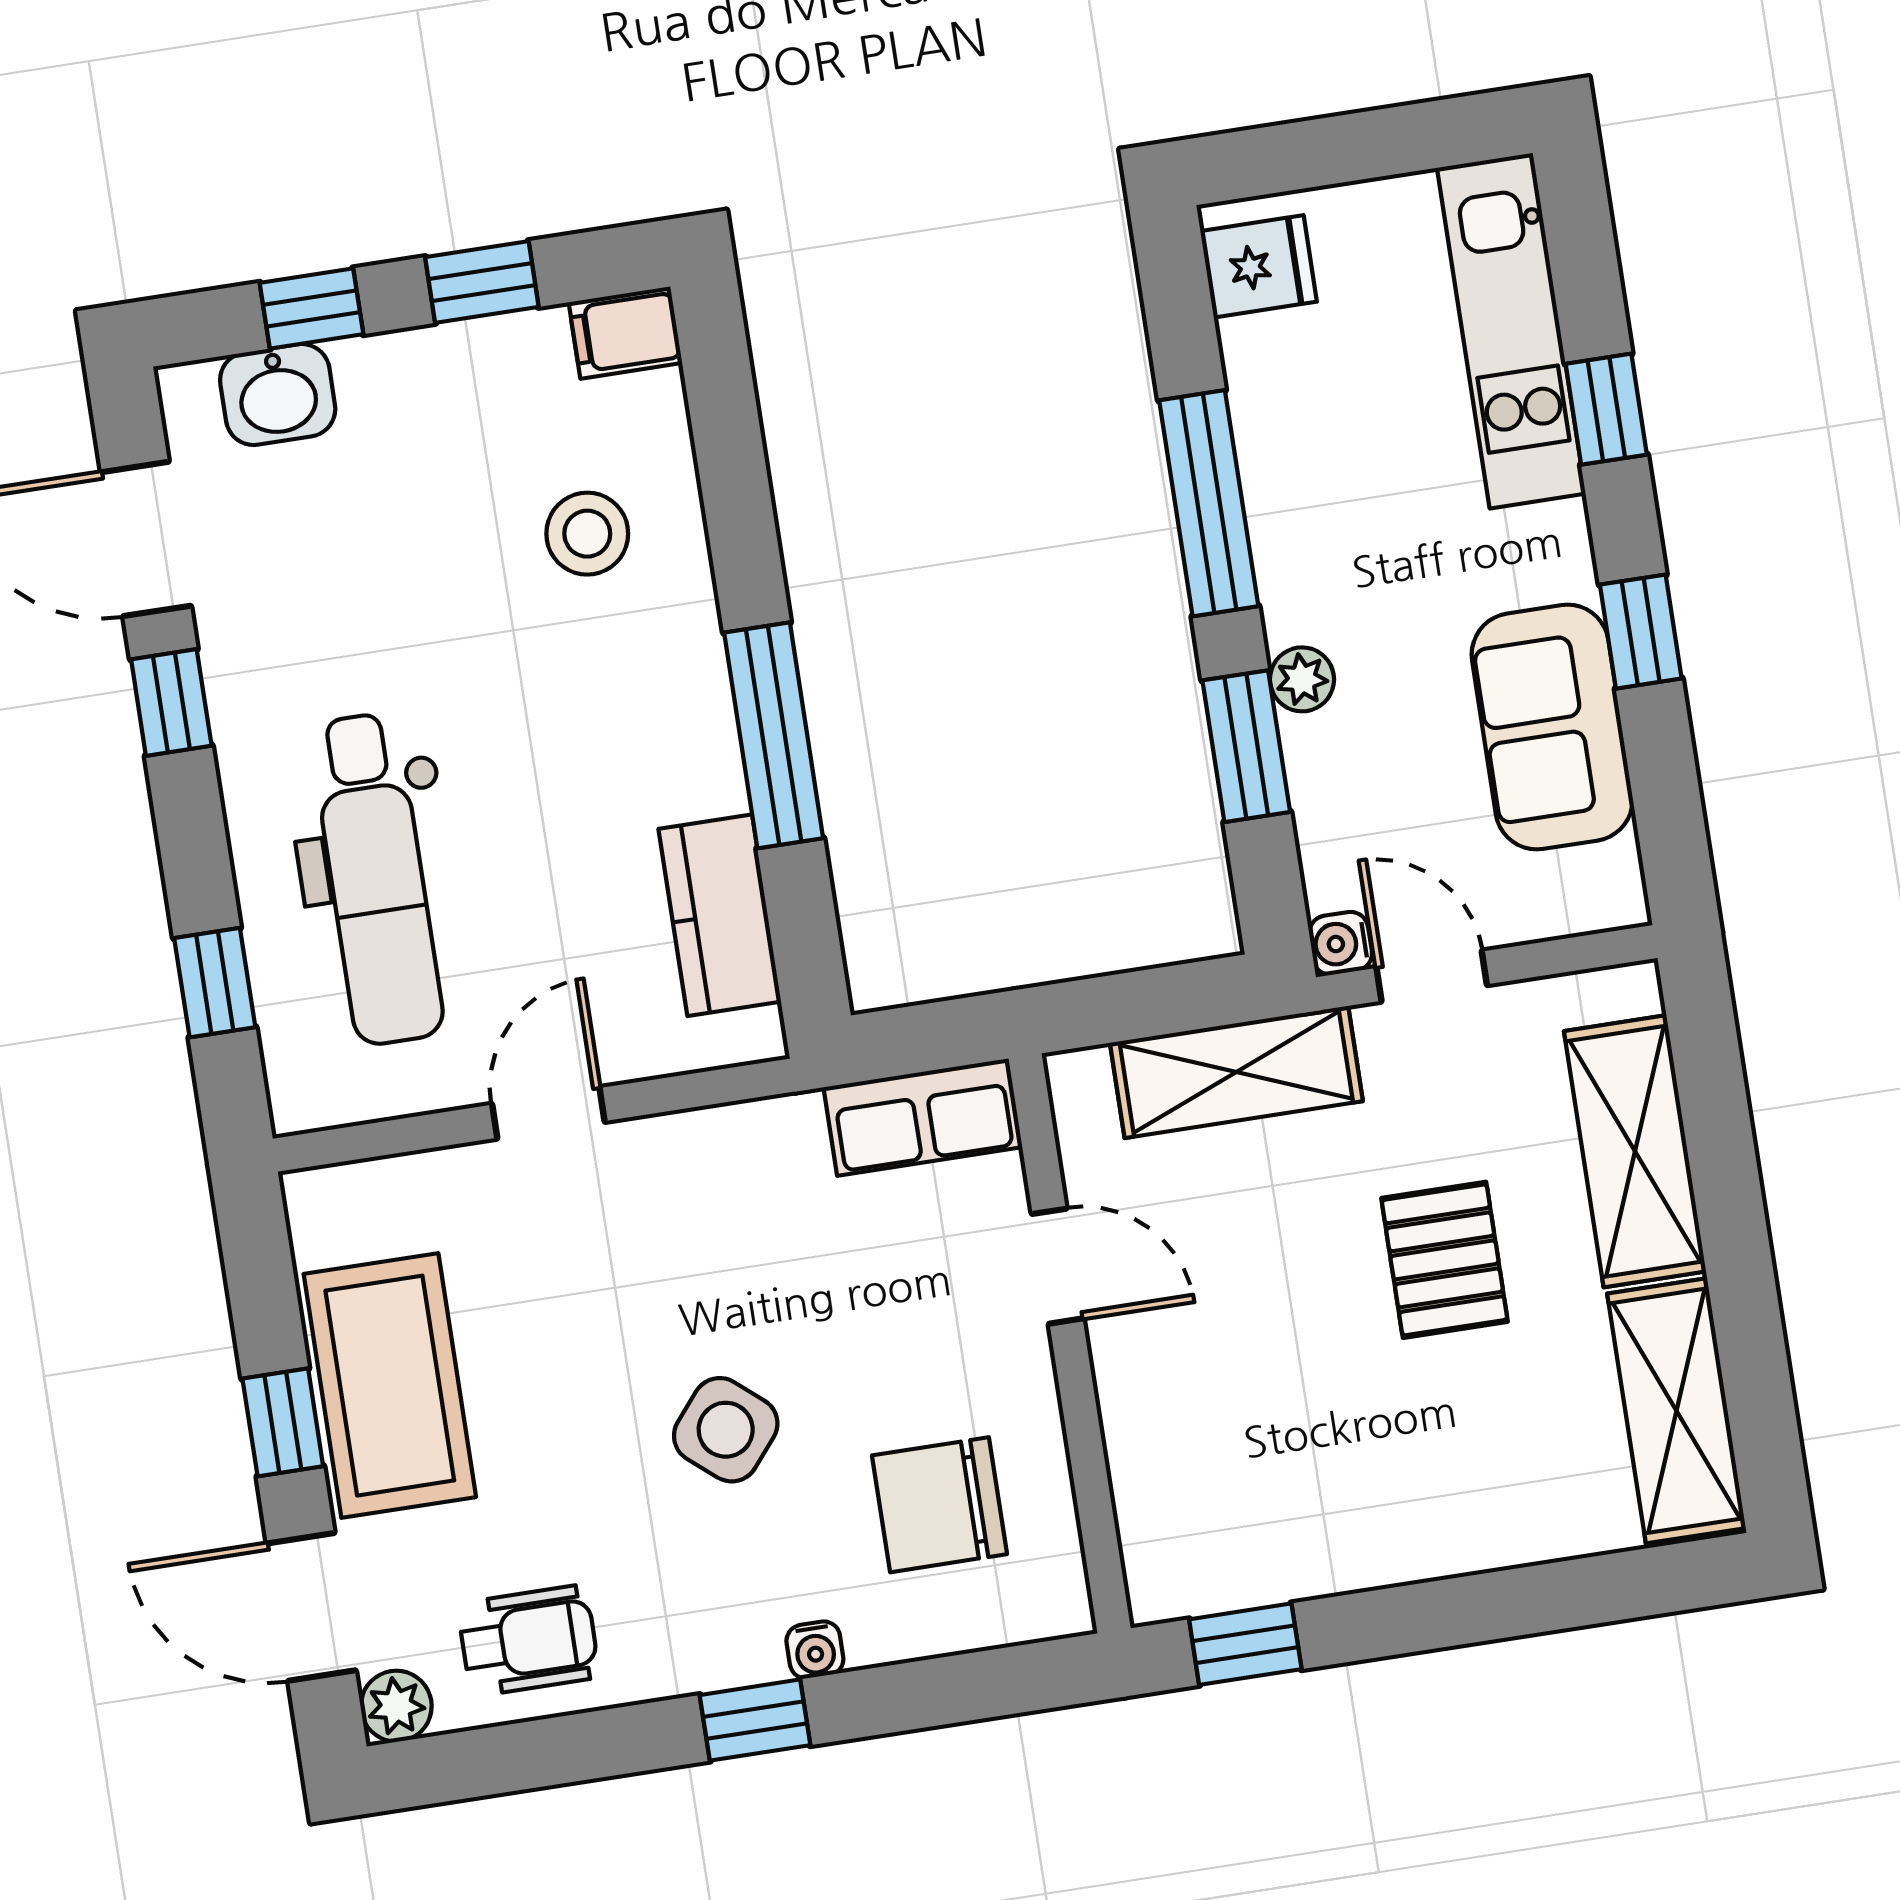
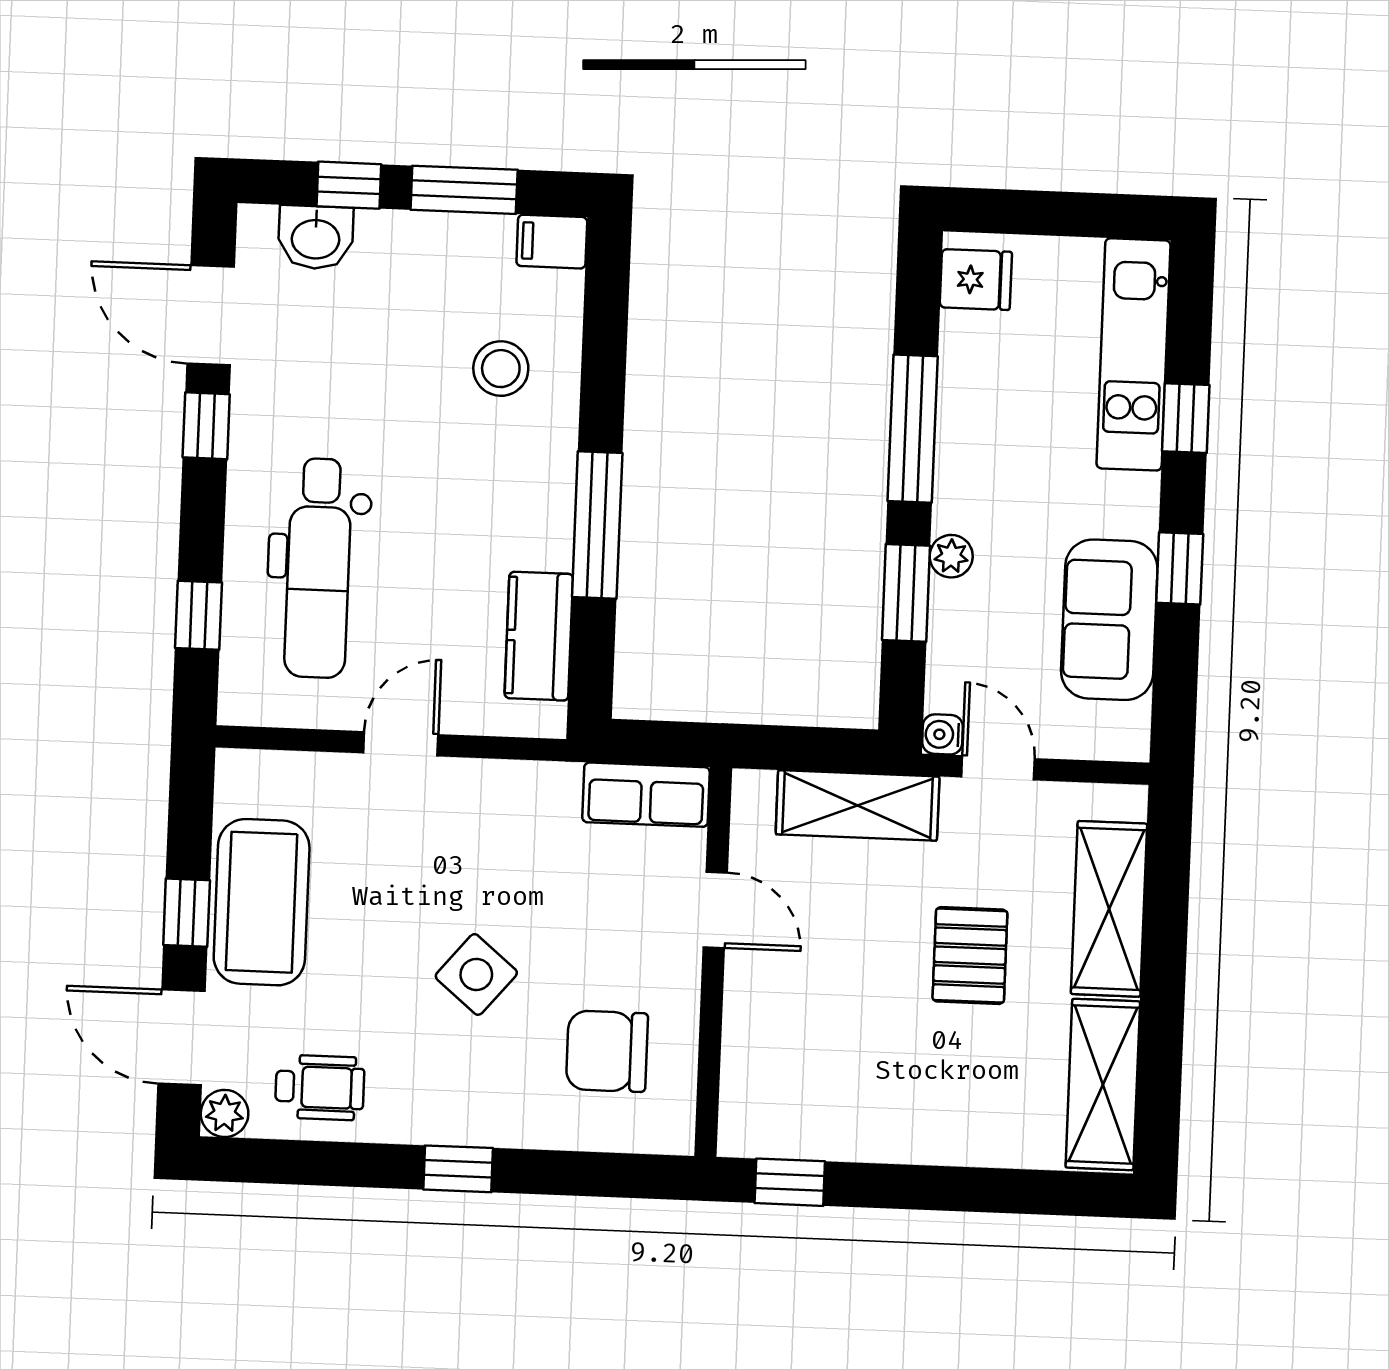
window: (482, 282) -> (464, 190), width x1.50
water cooler: (815, 1650) -> (507, 1130), removed

